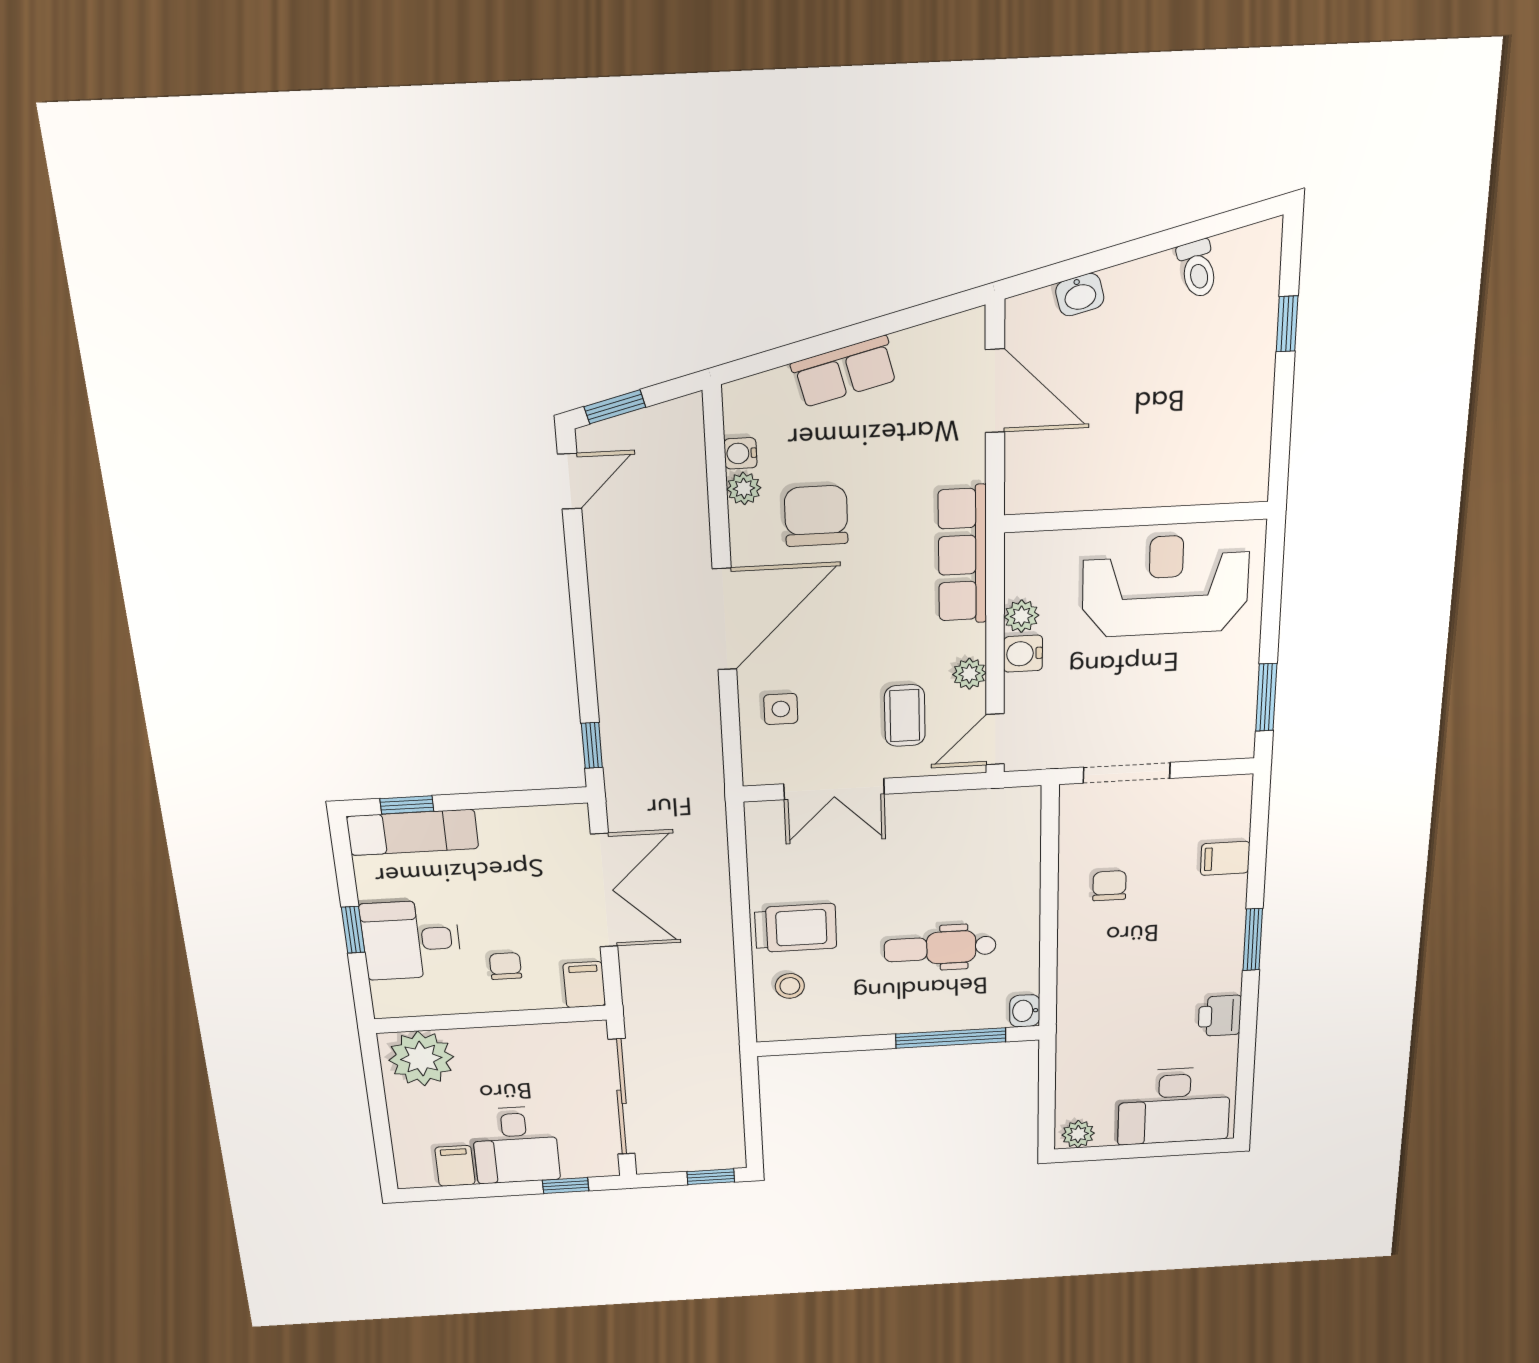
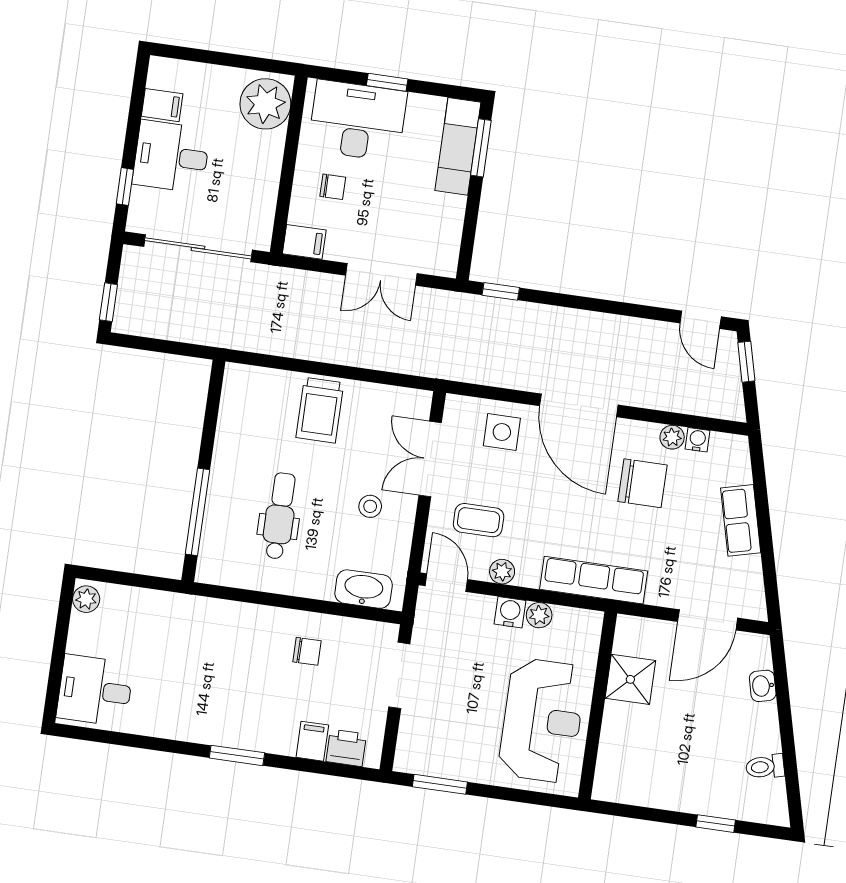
shower: (1094, 480) -> (630, 679), added
side table: (781, 709) -> (502, 432), width x1.37, depth x1.37
window: (407, 805) -> (481, 148), width x1.50
double door: (604, 891) -> (381, 274), width x0.73
desk: (411, 940) -> (357, 121), width x1.37
stool: (790, 986) -> (370, 506), moved
washbasin: (1025, 1011) -> (364, 589), moved, width x1.91, depth x1.45
printer: (1220, 1016) -> (346, 748), moved
desk: (1174, 1106) -> (95, 690), width x0.73

